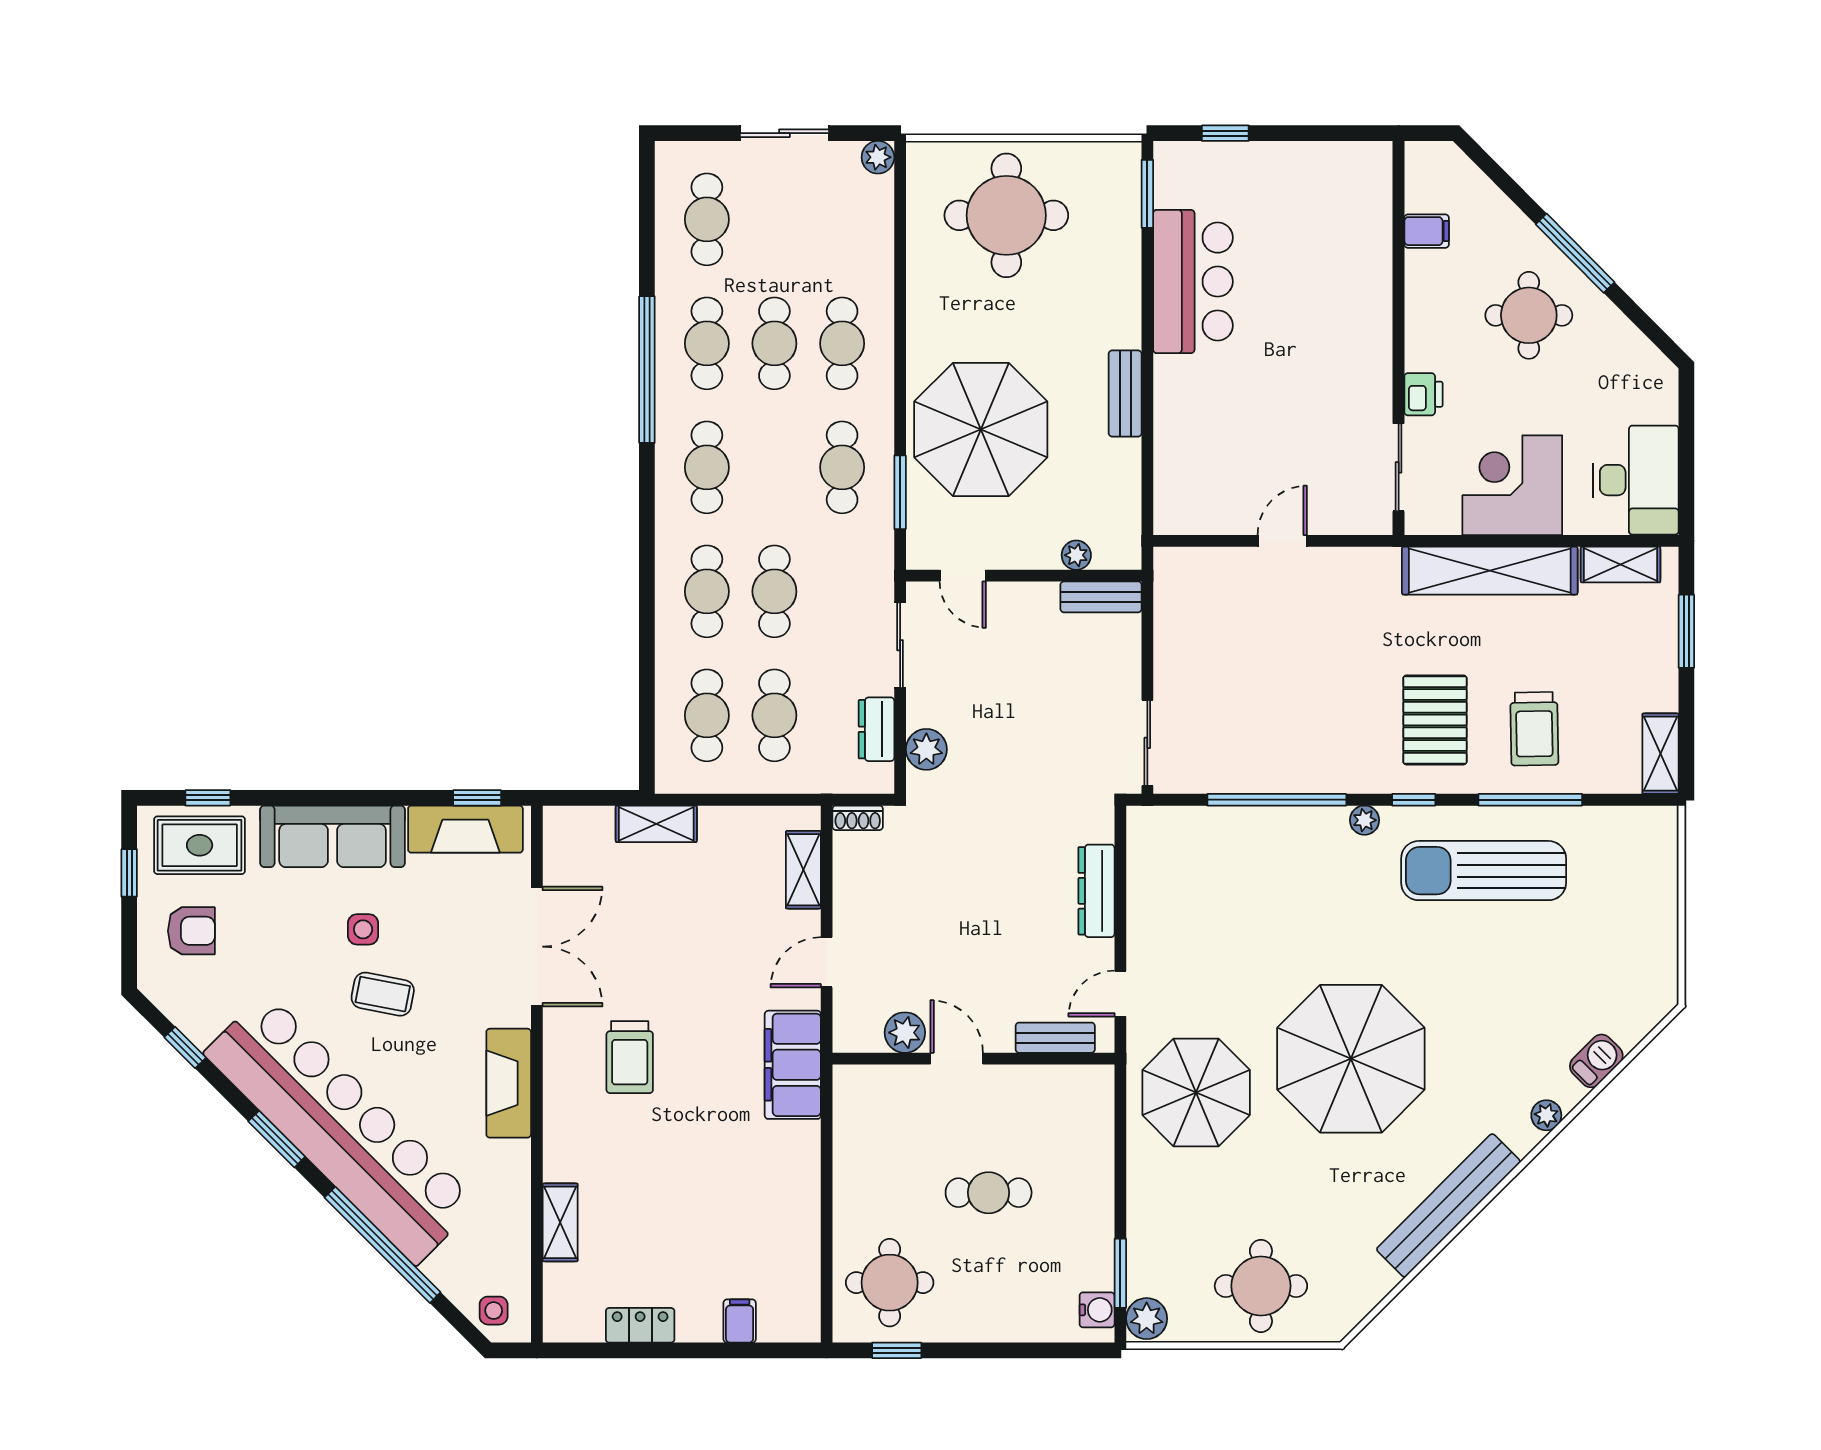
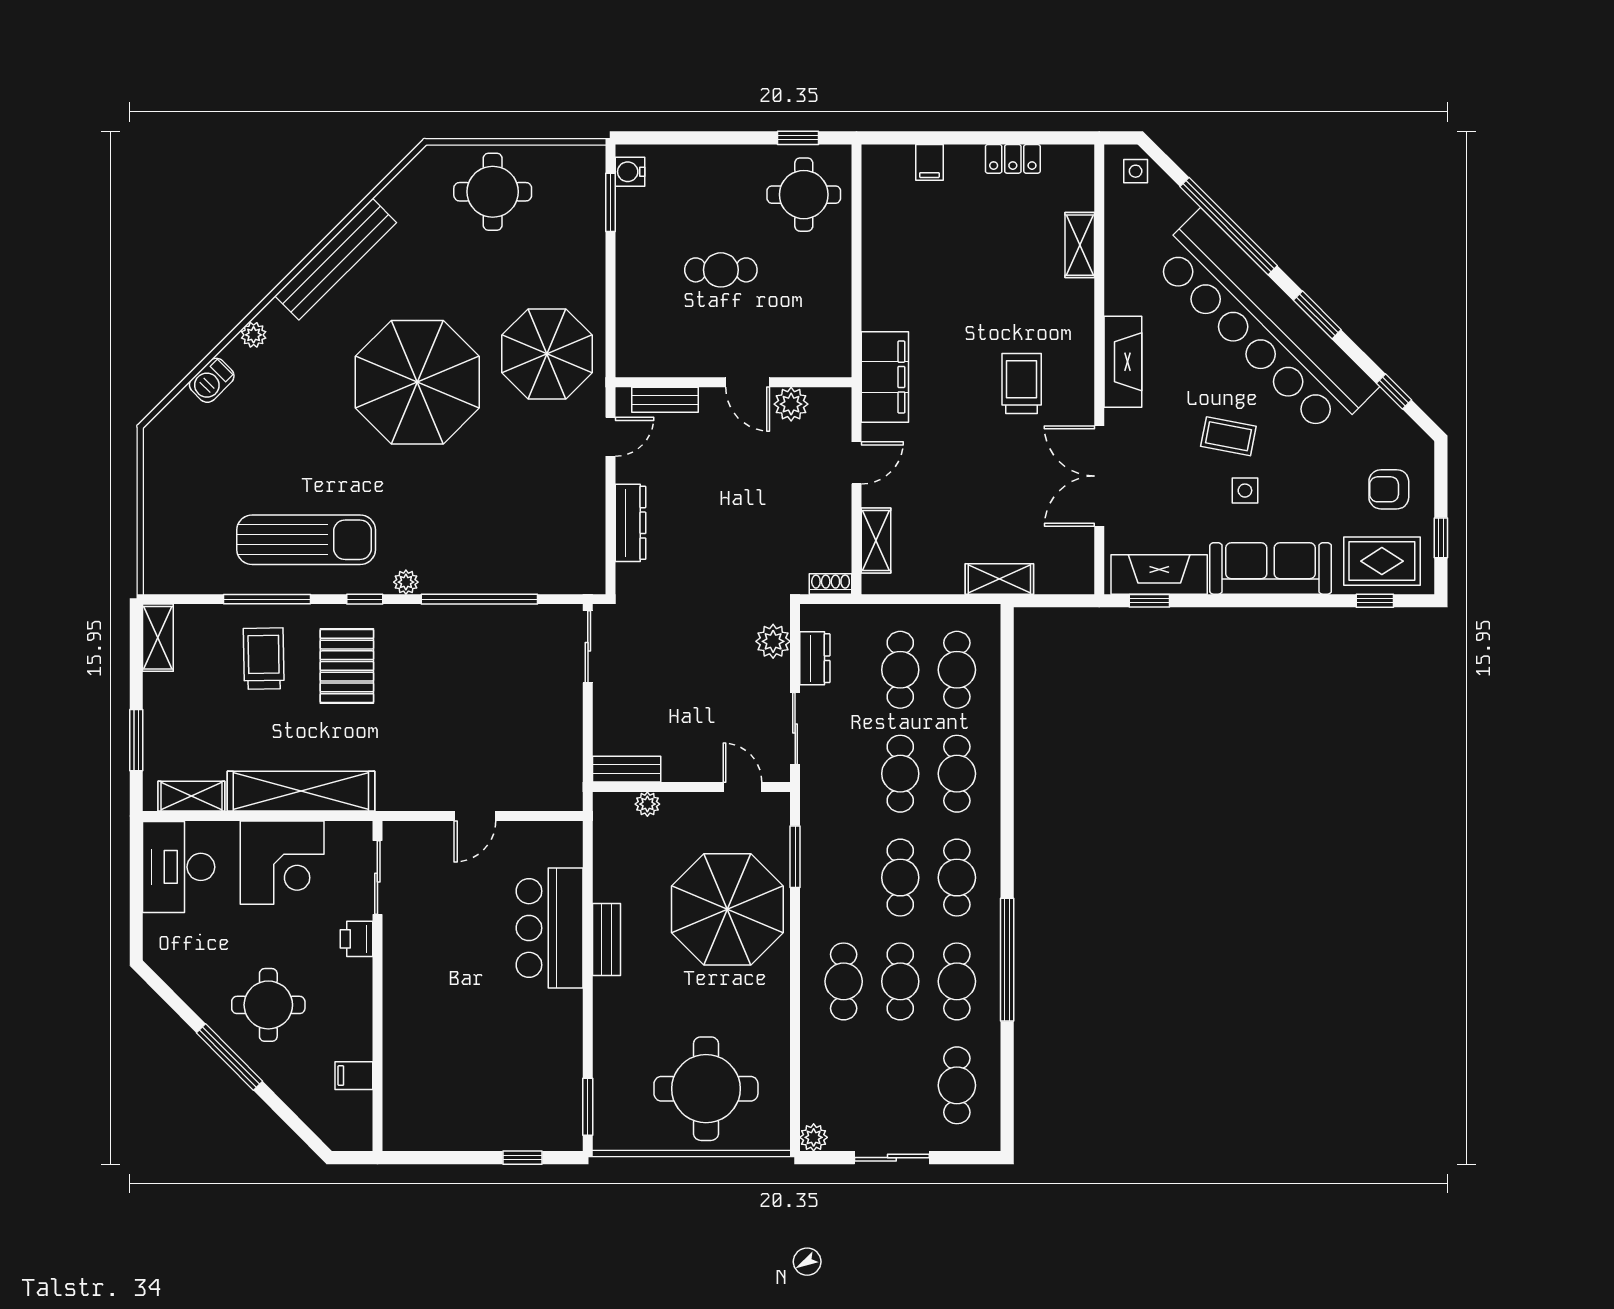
bar counter: (1193, 282) -> (550, 928), moved
cafe table: (842, 467) -> (900, 878), moved
plant: (1147, 1319) -> (588, 164), removed

